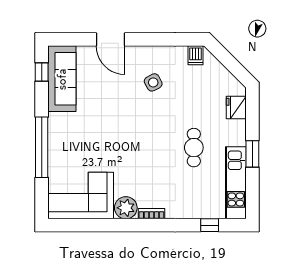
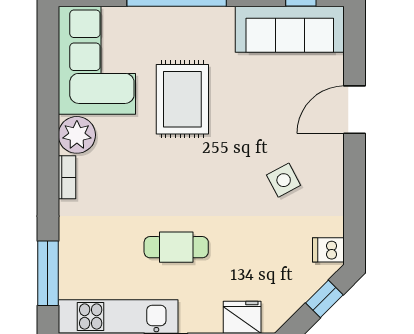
window: (225, 58) -> (324, 299), added
rug: (104, 144) -> (182, 99), added
window: (210, 225) -> (48, 273), width x2.17

